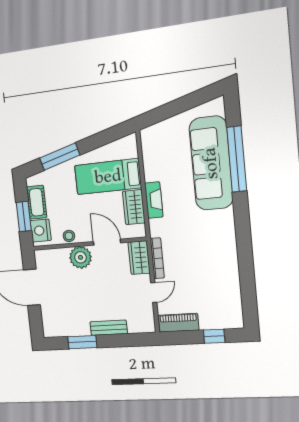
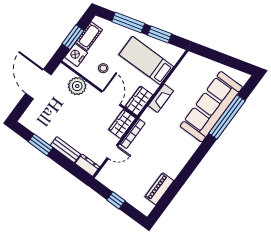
window: (98, 140) -> (160, 35), added
wardrobe: (134, 207) -> (139, 101), moved
stool: (69, 236) -> (103, 68), moved
plant: (80, 257) -> (77, 86), moved
piano: (179, 323) -> (159, 189), moved, turned -90
dresser: (142, 325) -> (87, 165), added
window: (214, 336) -> (116, 200), moved

